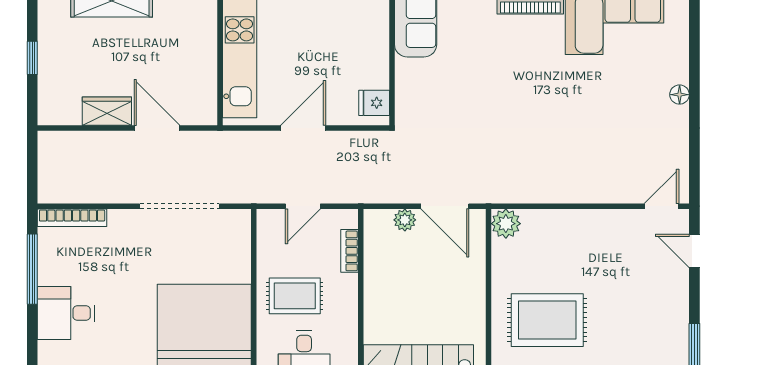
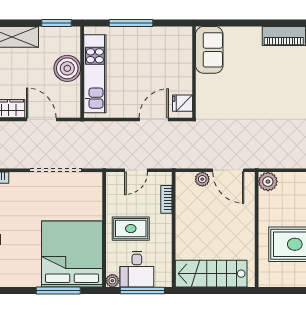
boiler: (197, 49) -> (67, 68), added
door: (303, 128) -> (154, 119), moved

